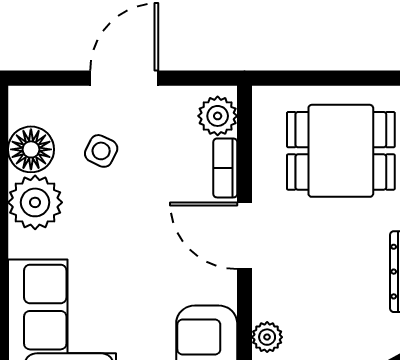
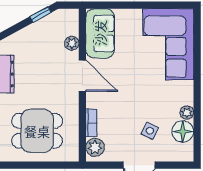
plant: (35, 202) -> (187, 113), width x0.53, depth x0.53
door: (245, 236) -> (82, 76), moved

